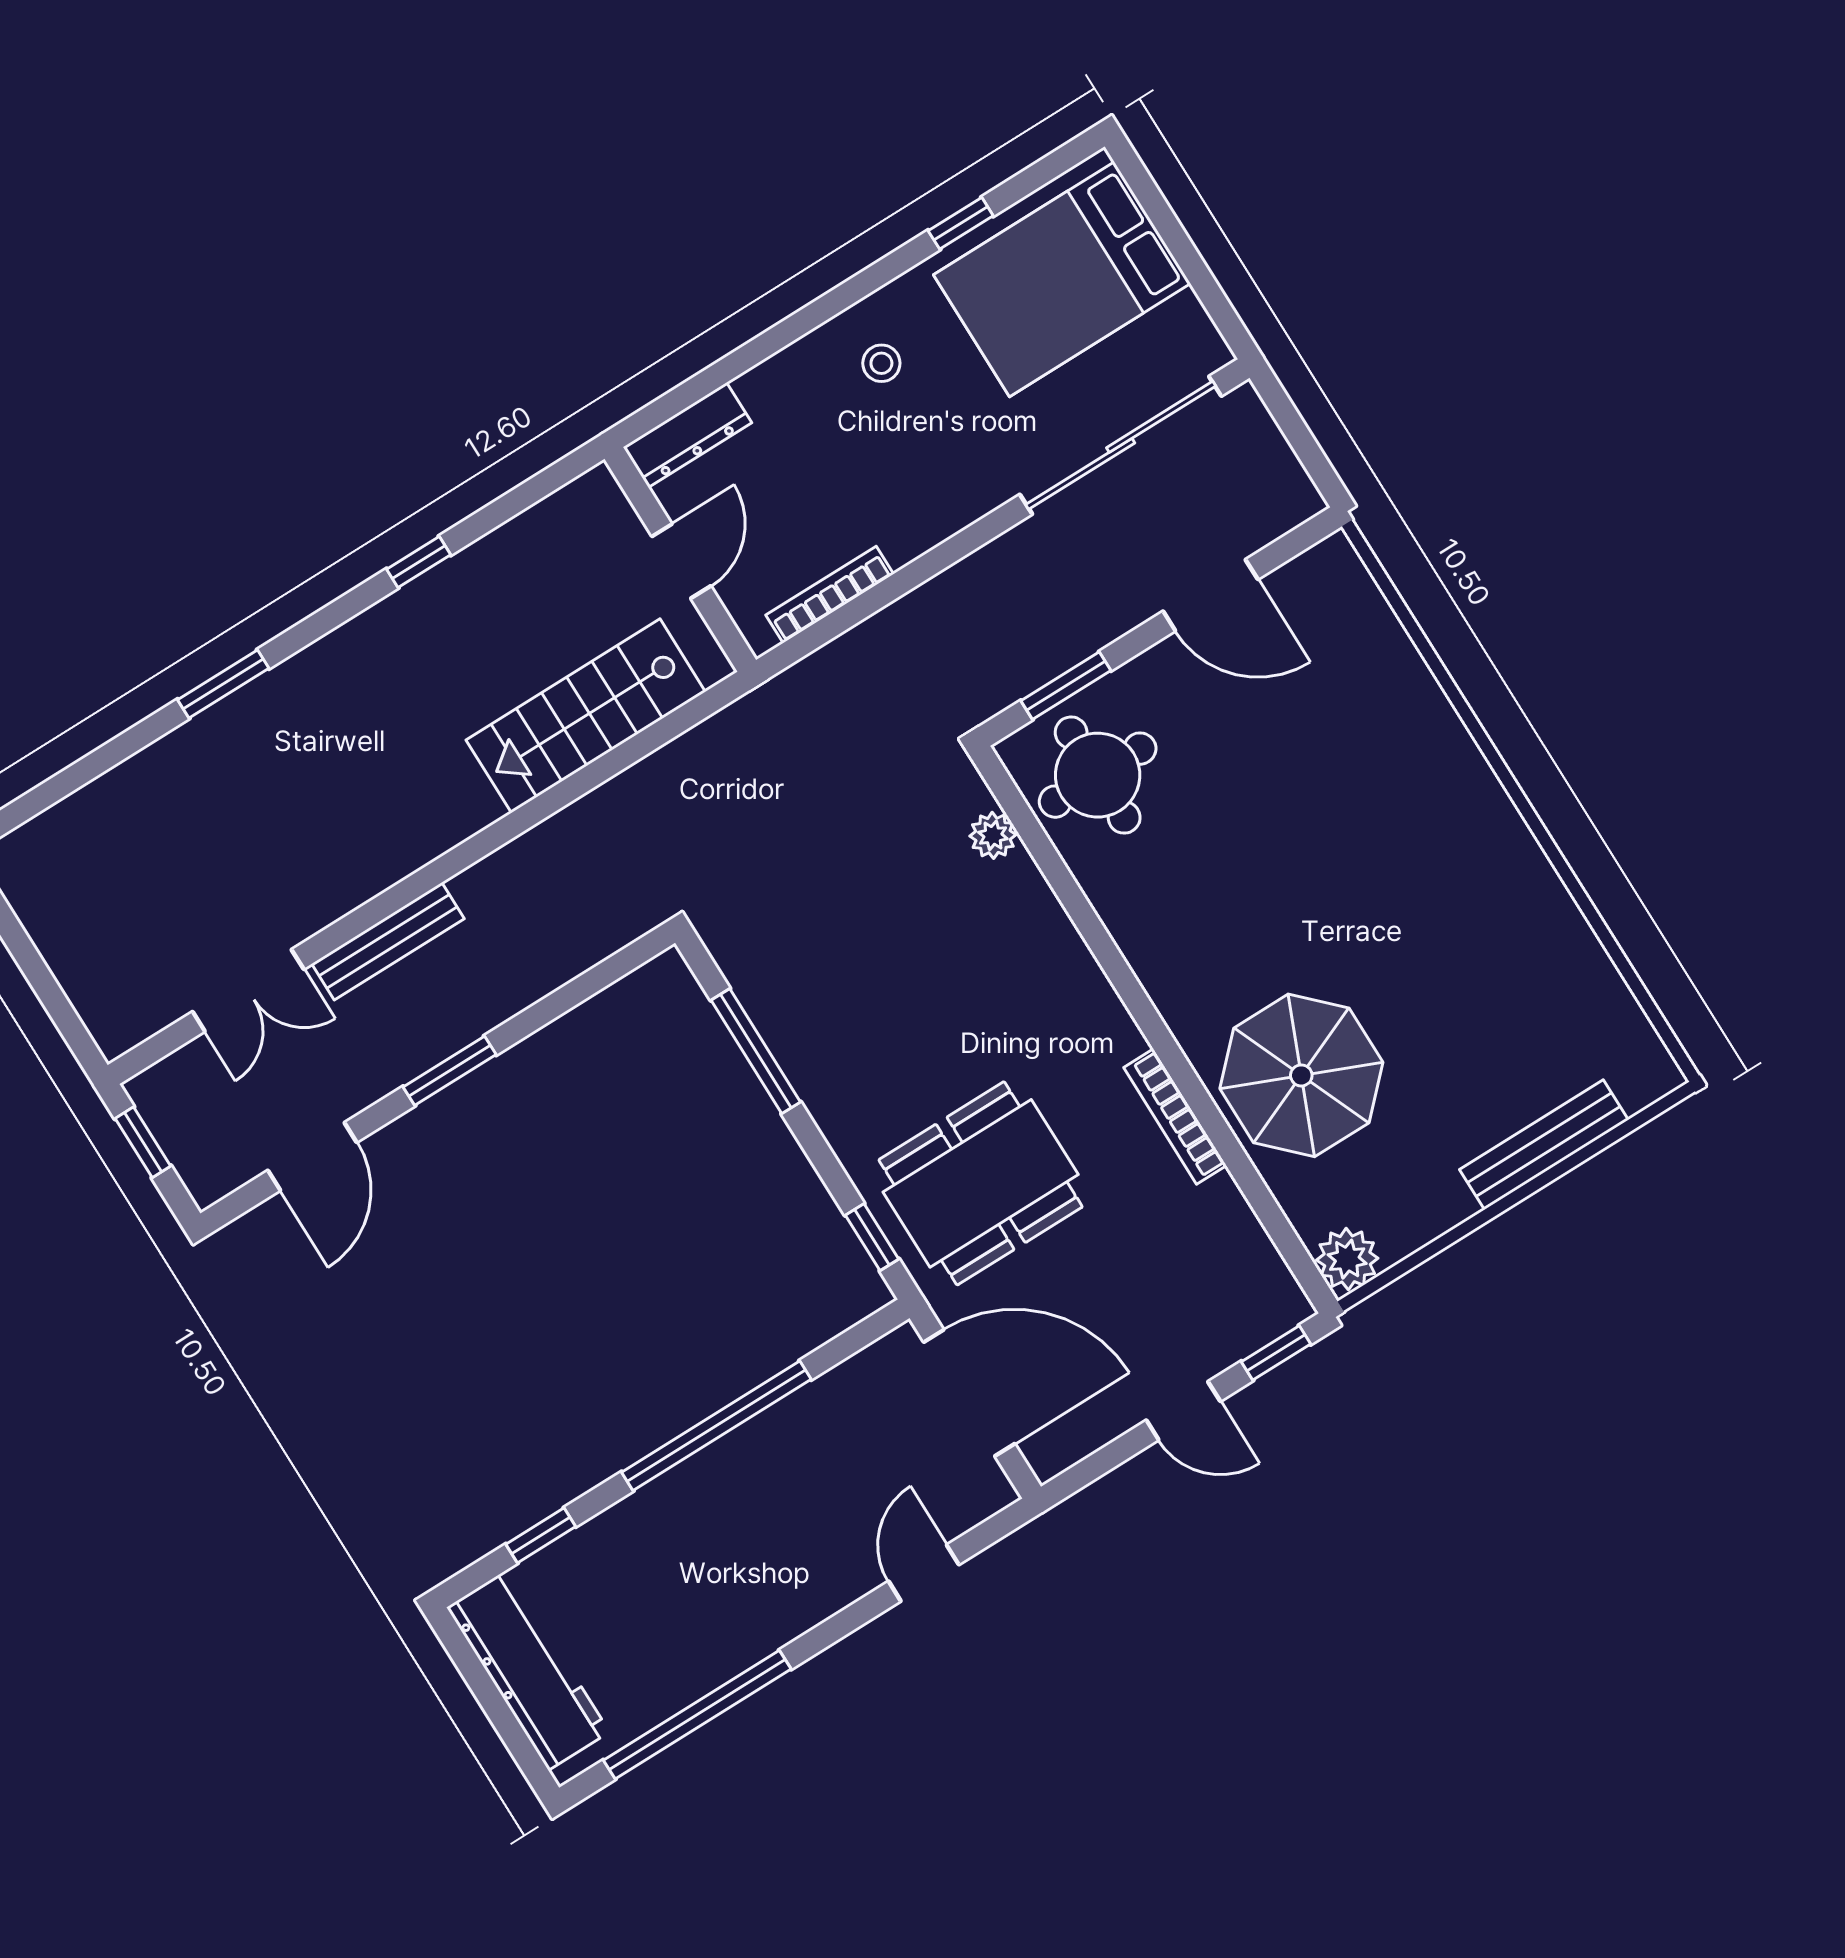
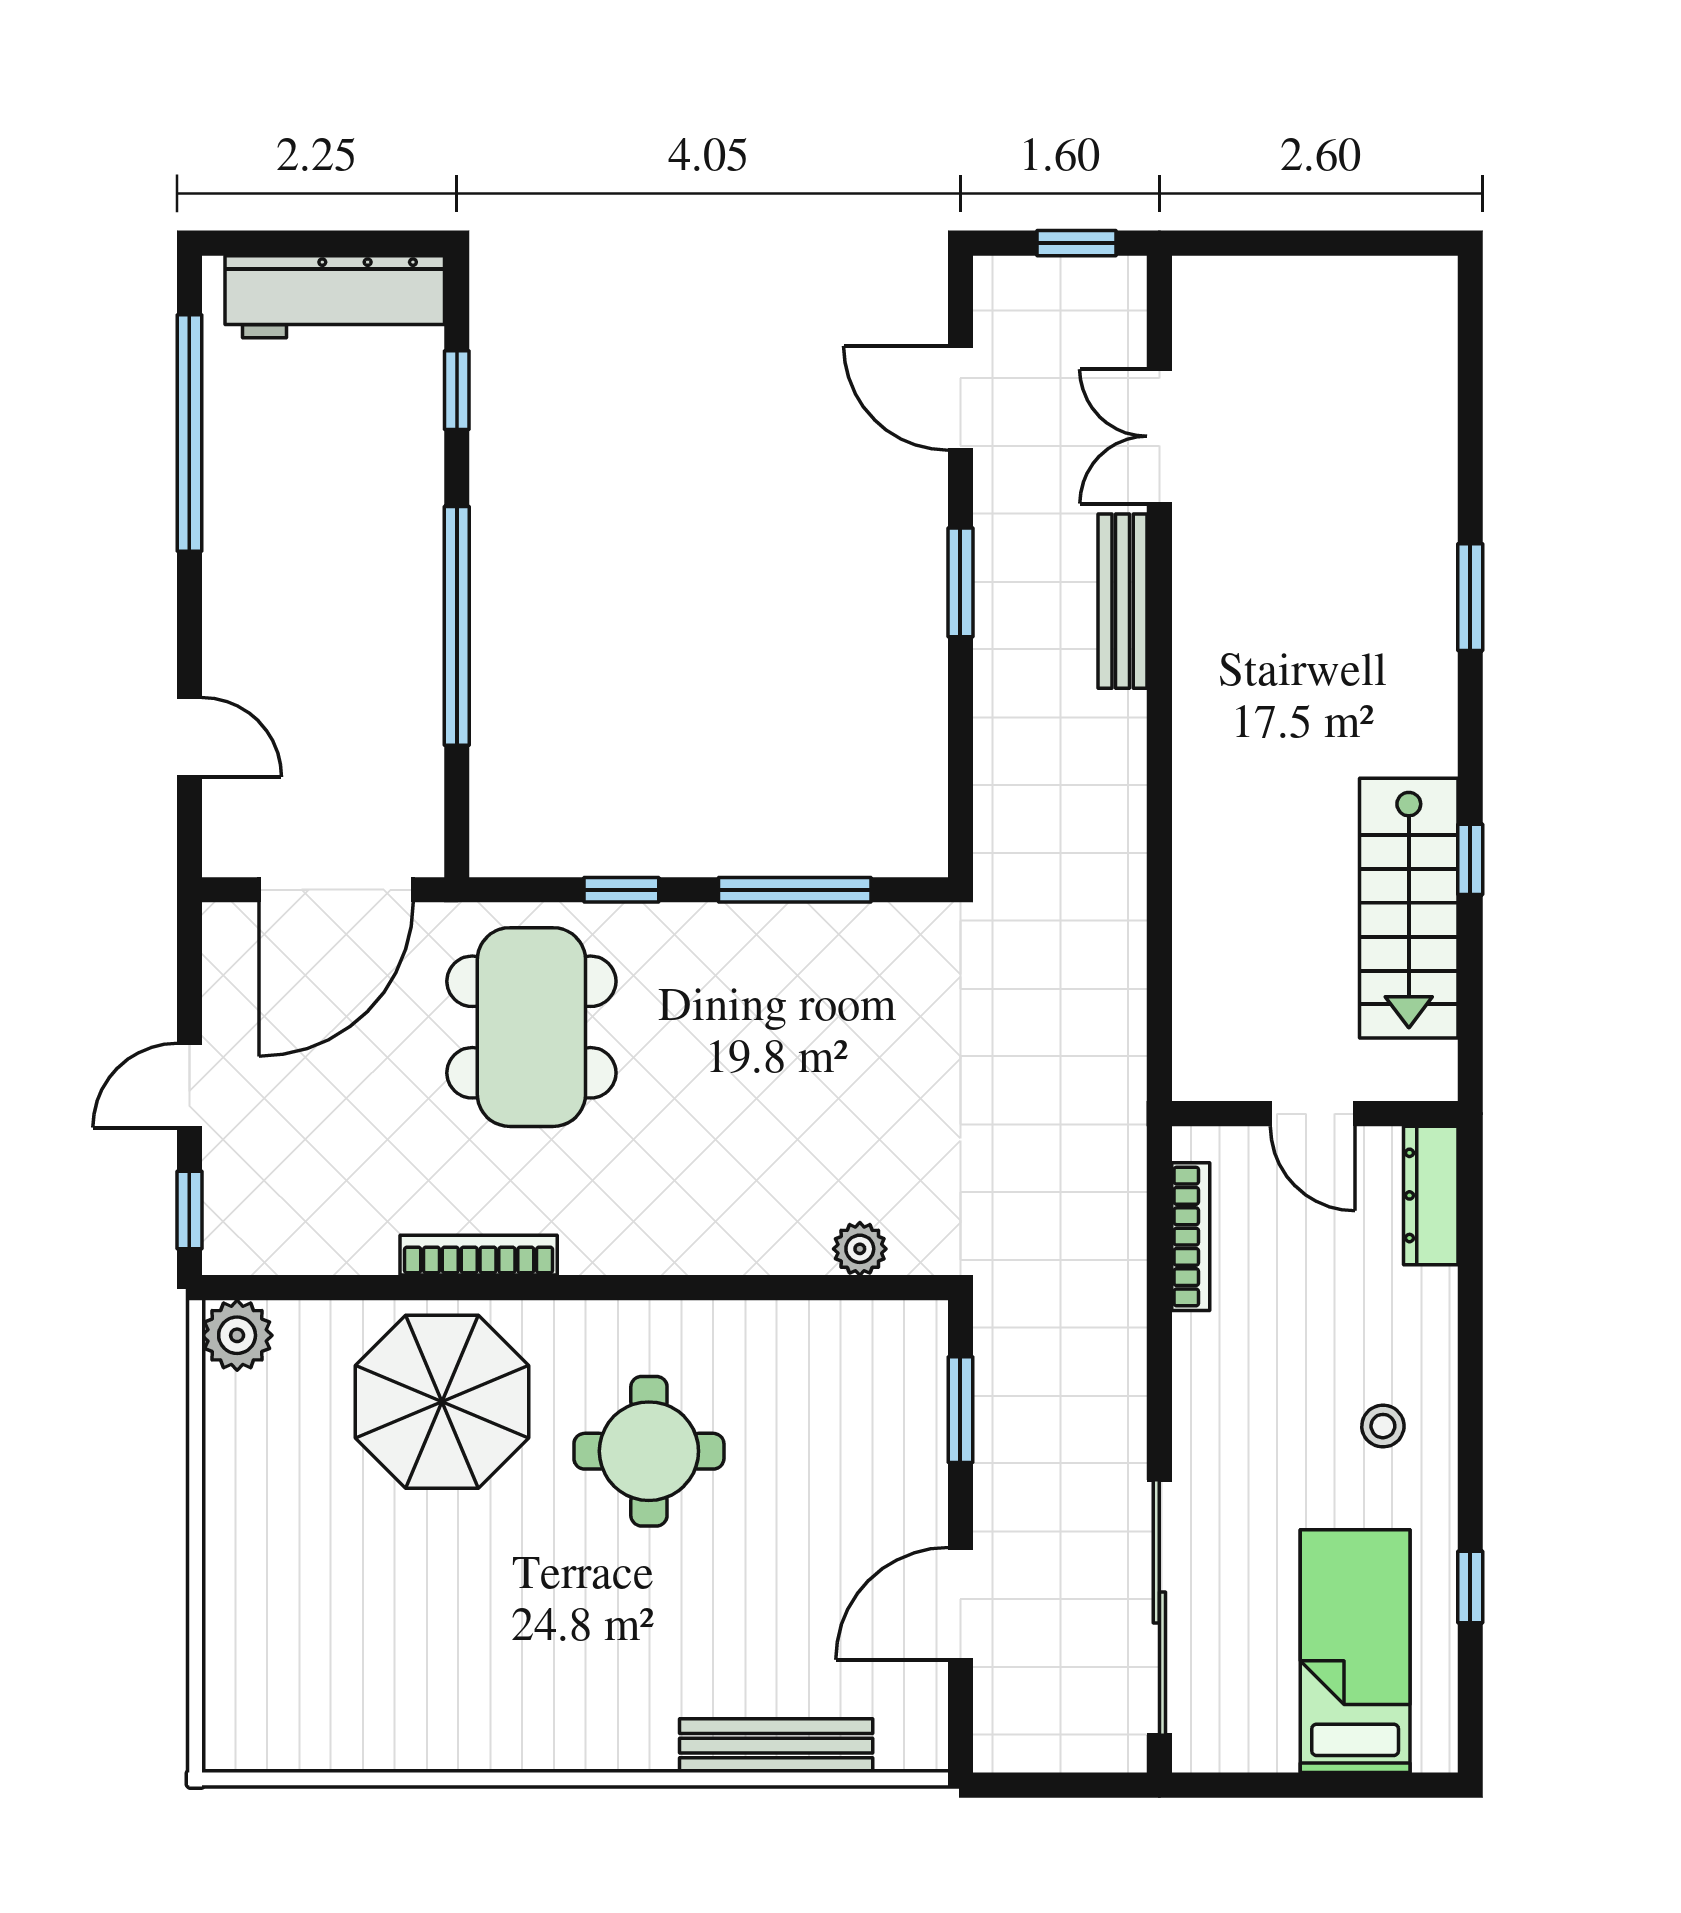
bed: (1062, 279) -> (1355, 1651), width x0.67
stairs: (586, 716) -> (1409, 908), moved, turned 180
round table: (1098, 775) -> (649, 1451), moved
bench: (1544, 1145) -> (776, 1746), moved, turned 90
window: (872, 1237) -> (621, 890), moved

